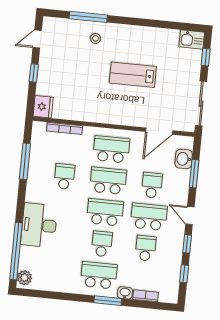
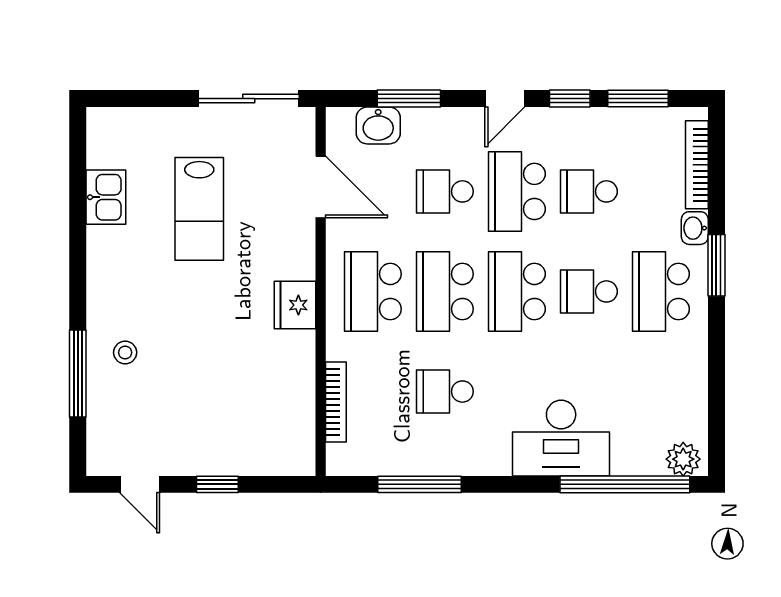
kitchen sink: (192, 40) -> (106, 197), moved
window: (206, 57) -> (143, 99), removed
lab bench: (133, 75) -> (199, 209), moved
fridge: (43, 107) -> (295, 305), moved, turned -90
window: (184, 274) -> (638, 99), width x1.50
bookcase: (146, 296) -> (697, 165), width x1.56

